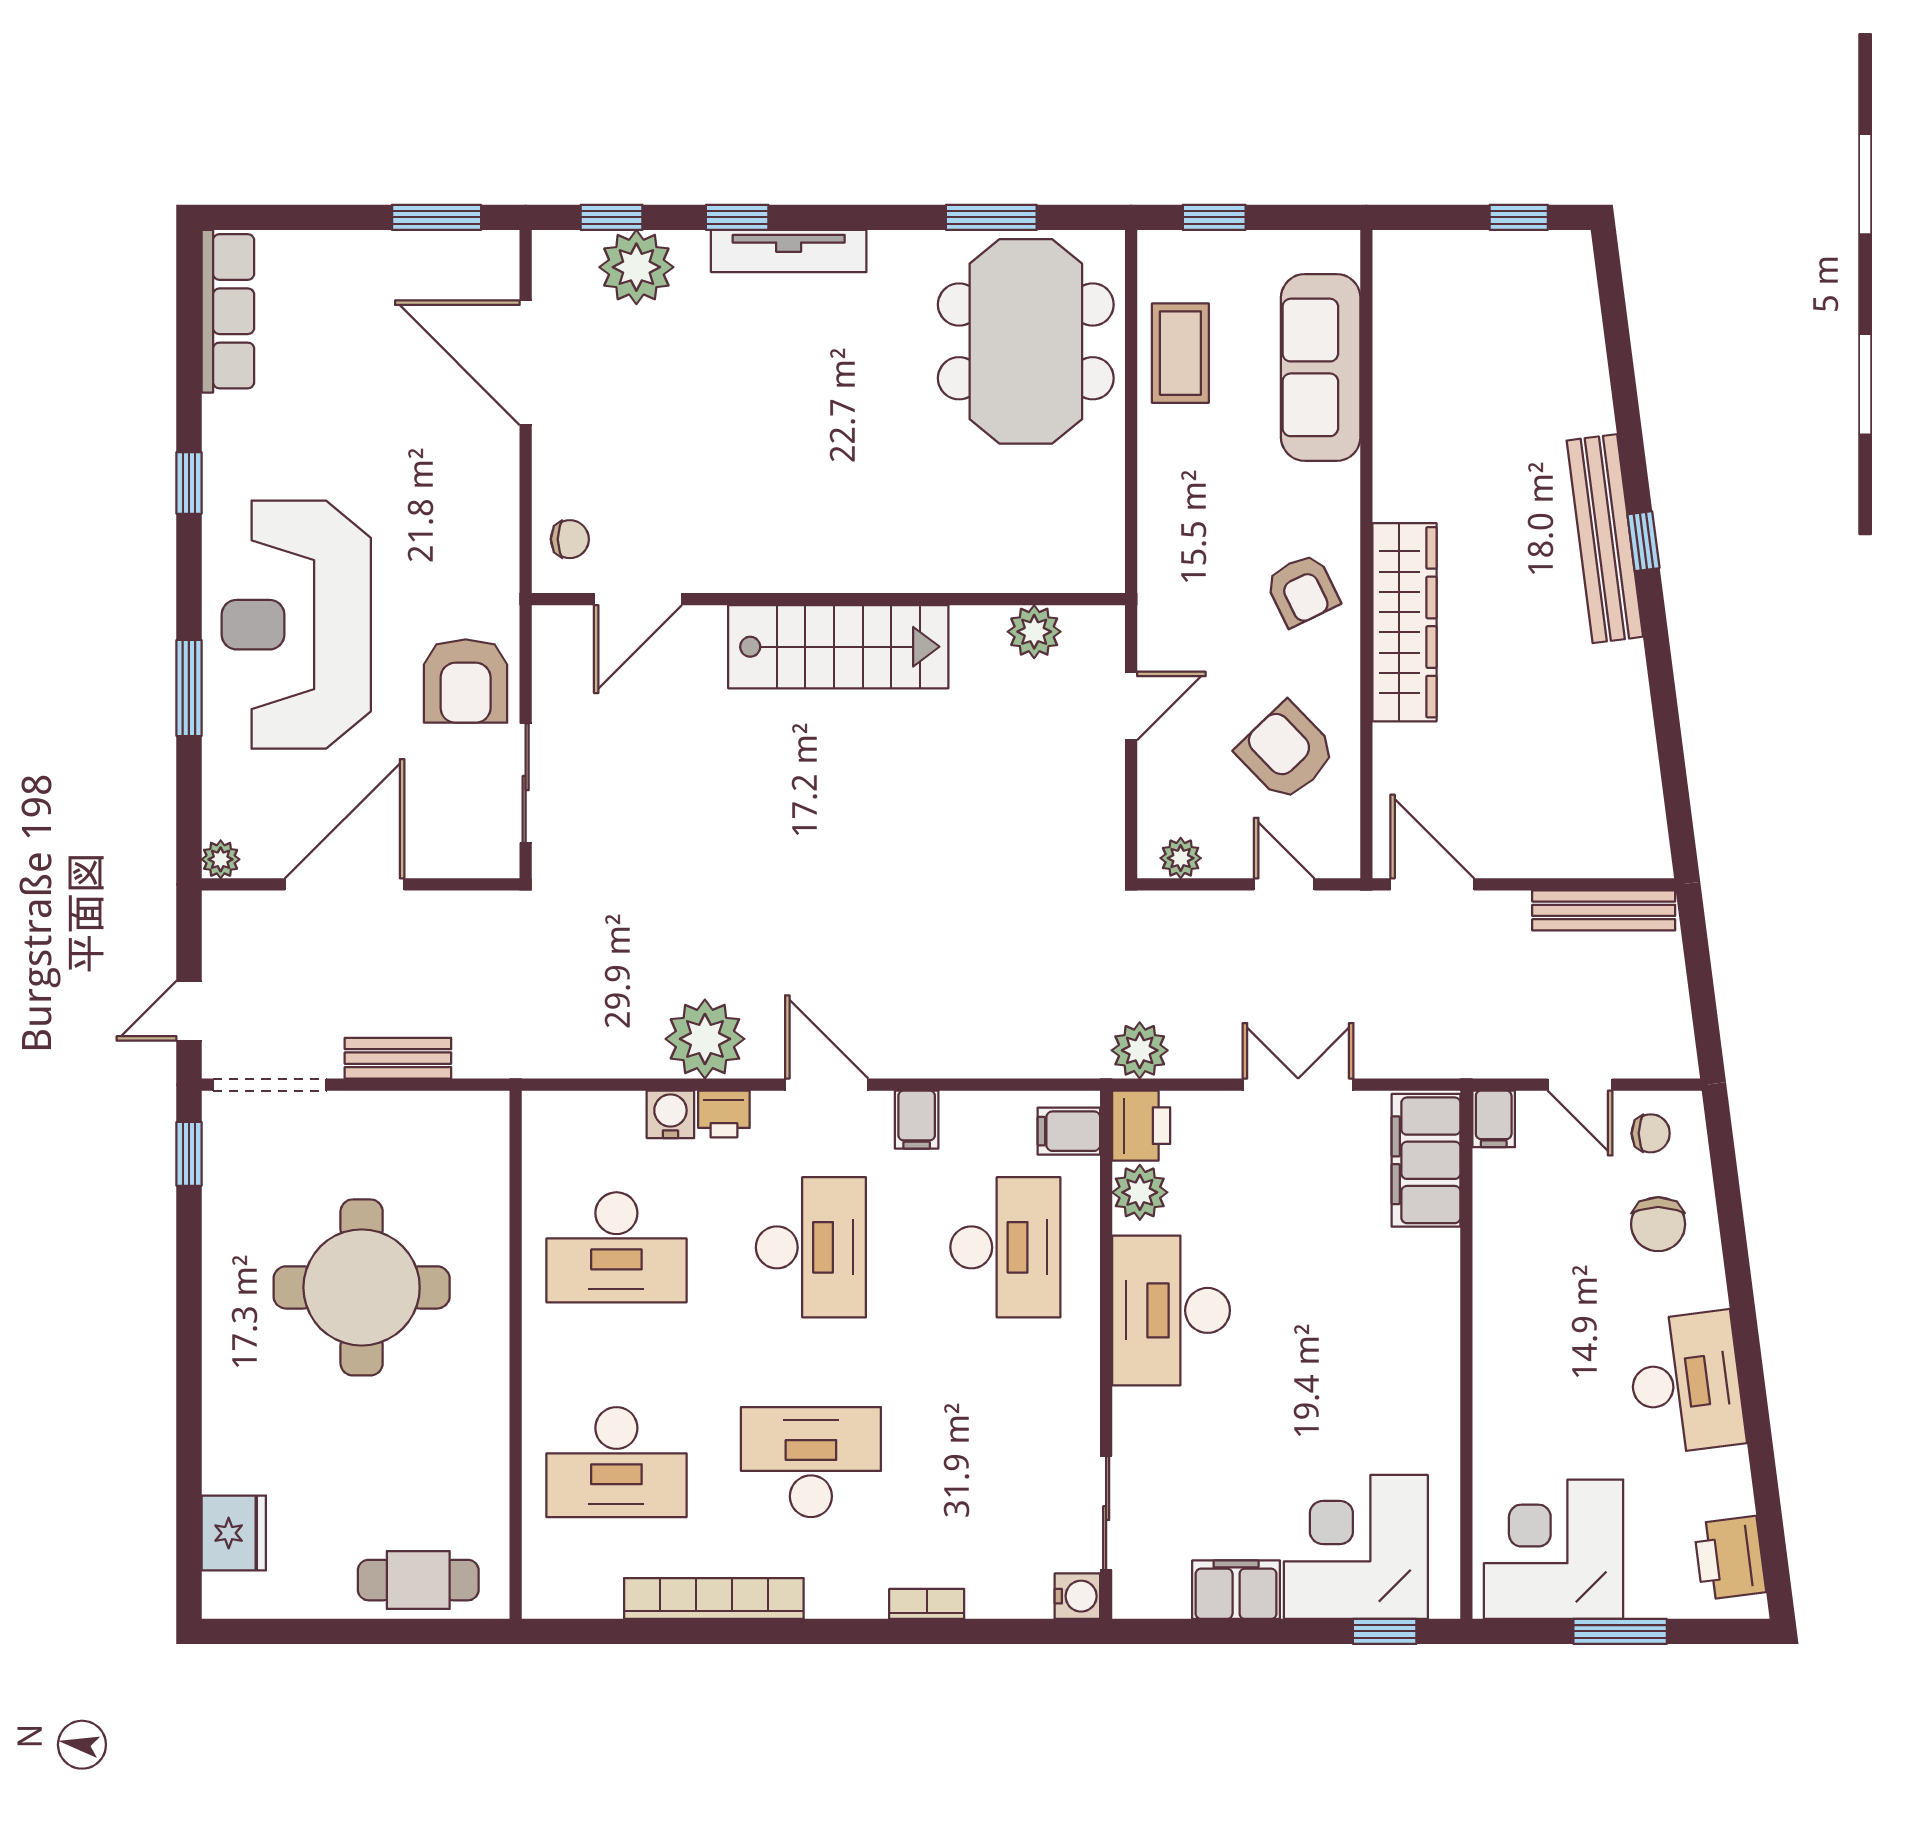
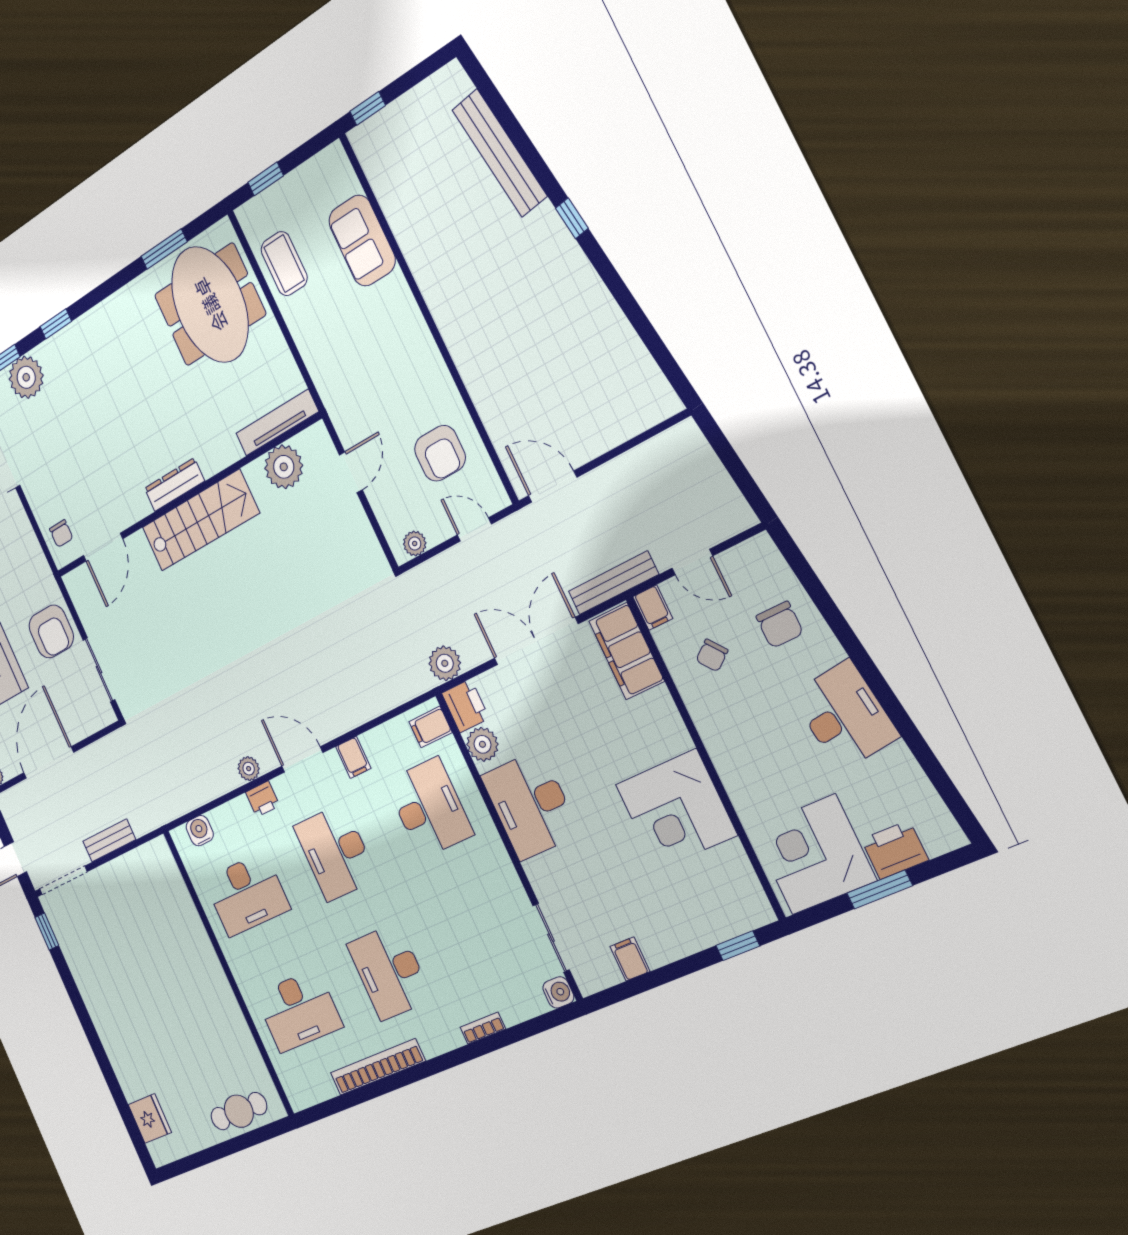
window: (1519, 217) -> (368, 108), moved
tv unit: (789, 251) -> (277, 423), moved, turned 180
sofa: (1321, 367) -> (362, 241), width x0.73
chair: (570, 539) -> (61, 534), turned 90
bench: (1605, 539) -> (499, 153), moved
dresser: (821, 571) -> (174, 485), added
armchair: (1302, 590) -> (405, 357), removed
wardrobe: (1404, 622) -> (466, 344), removed
plant: (1034, 632) -> (284, 467), width x1.36, depth x1.36
armchair: (1286, 752) -> (440, 453), turned -136
bench: (1604, 910) -> (613, 583), moved
plant: (705, 1039) -> (249, 769), width x0.53, depth x0.53
double door: (1298, 1085) -> (536, 641), width x1.37
water cooler: (670, 1114) -> (200, 831), moved
chair: (1651, 1133) -> (712, 655), moved, turned 142
desk: (811, 1247) -> (335, 852), turned 180
round table: (362, 1287) -> (147, 967), removed
desk: (811, 1462) -> (389, 972), turned -90
corner desk: (1356, 1547) -> (676, 810), moved, turned -90
printer: (1730, 1558) -> (895, 850), moved, turned 97
filing cabinet: (1236, 1590) -> (630, 959), width x0.50

